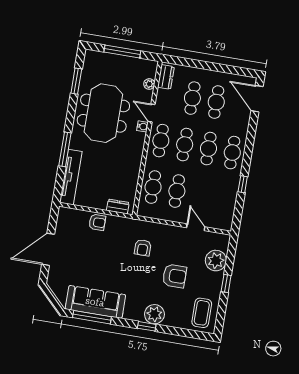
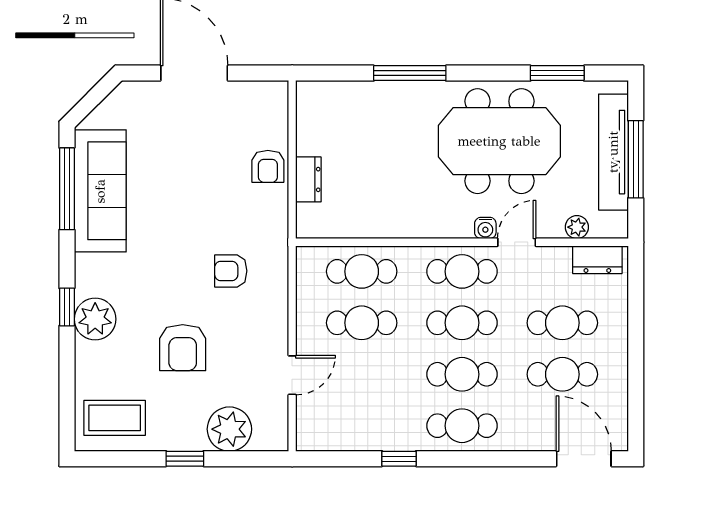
door: (257, 99) -> (584, 459), hinge flipped
tv unit: (71, 177) -> (613, 152), moved, turned 90
dresser: (118, 207) -> (308, 179), moved

